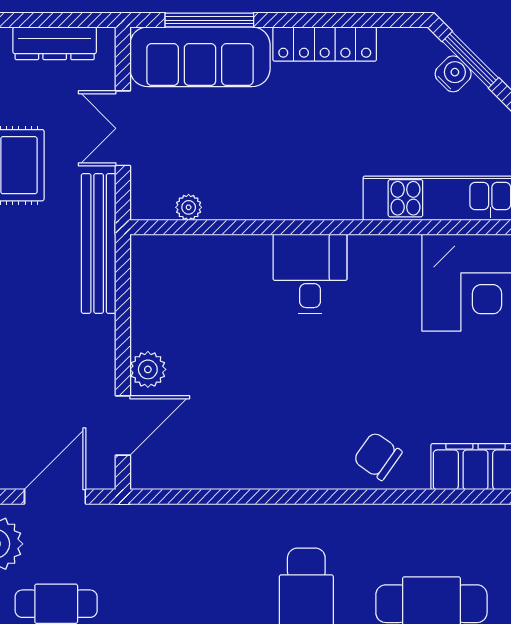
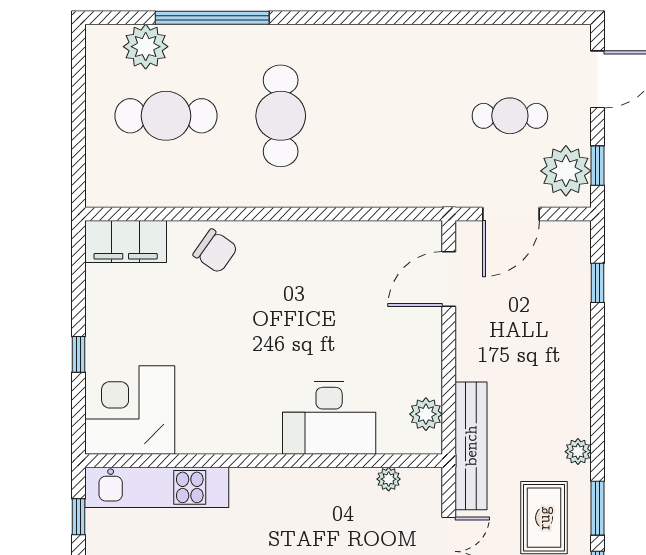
desk: (310, 274) -> (329, 418), moved, width x1.37
plant: (148, 369) -> (426, 414), moved

